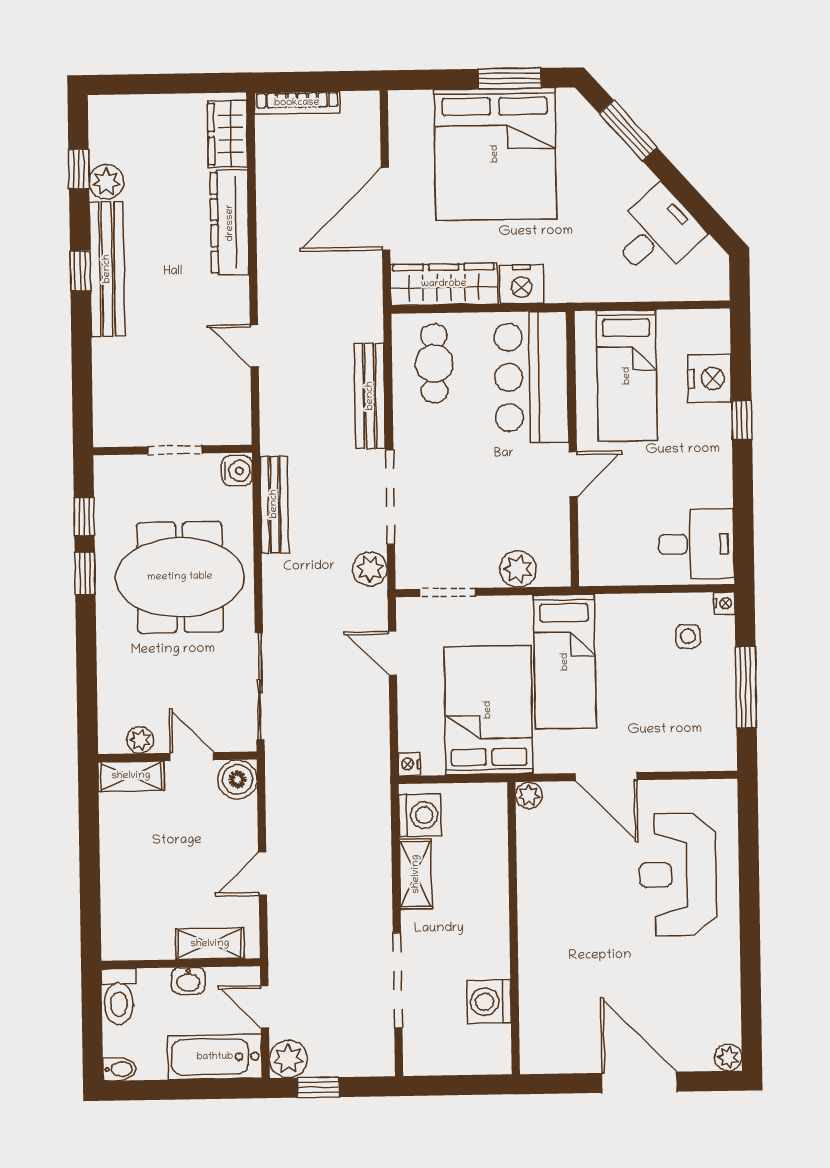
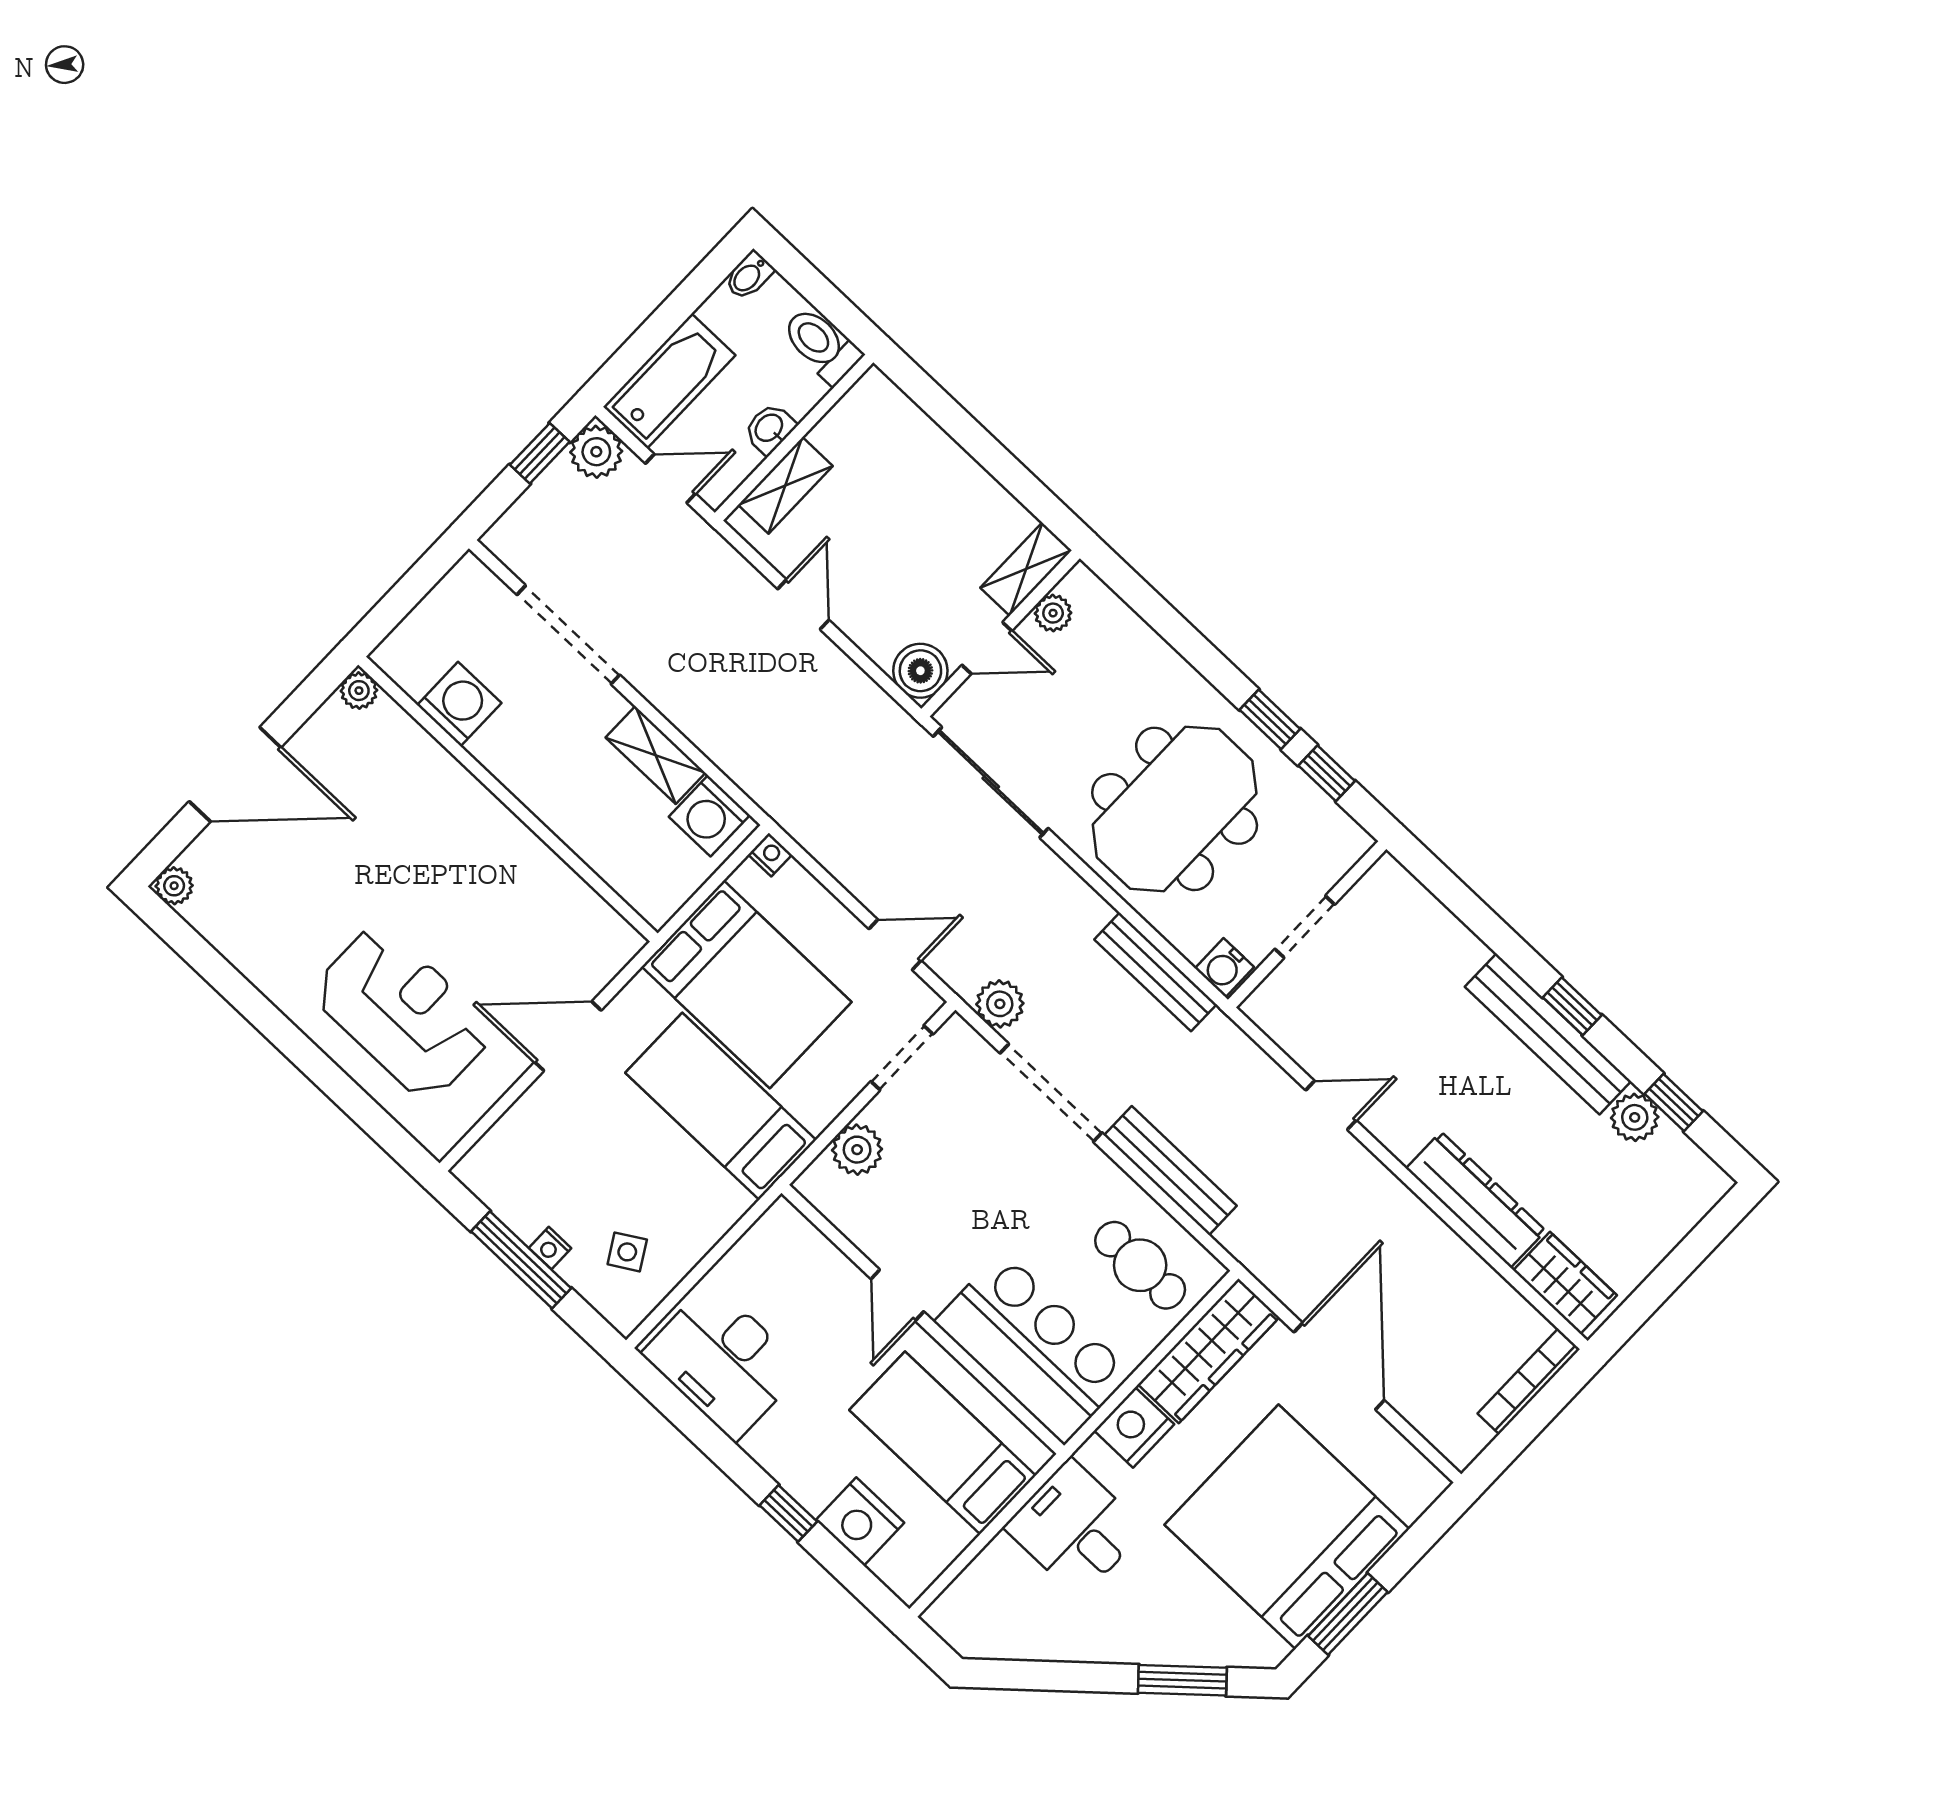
desk: (656, 233) -> (1075, 1528), moved, turned 132
desk: (696, 544) -> (723, 1361), width x1.37
nightstand: (724, 603) -> (550, 1248), moved
side table: (688, 636) -> (627, 1252), turned -31
plant: (529, 795) -> (359, 691), moved

